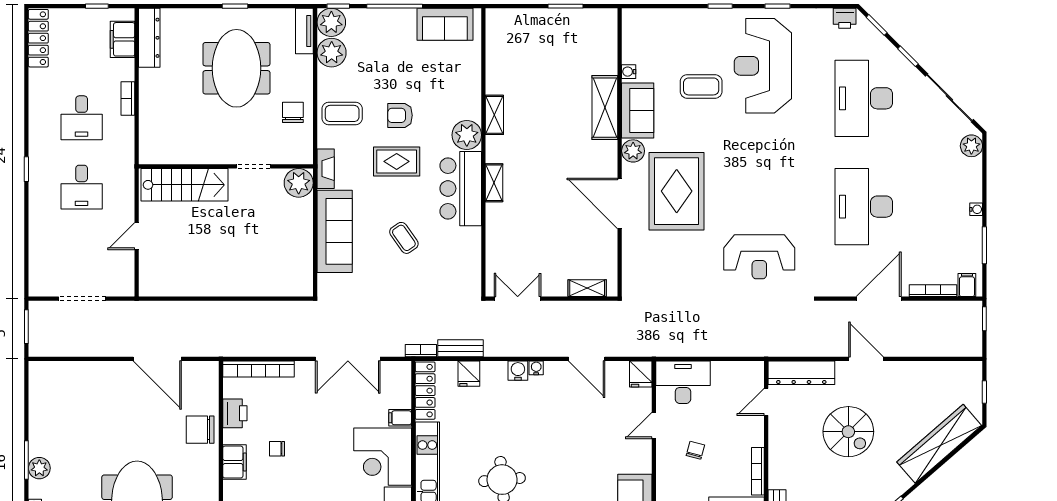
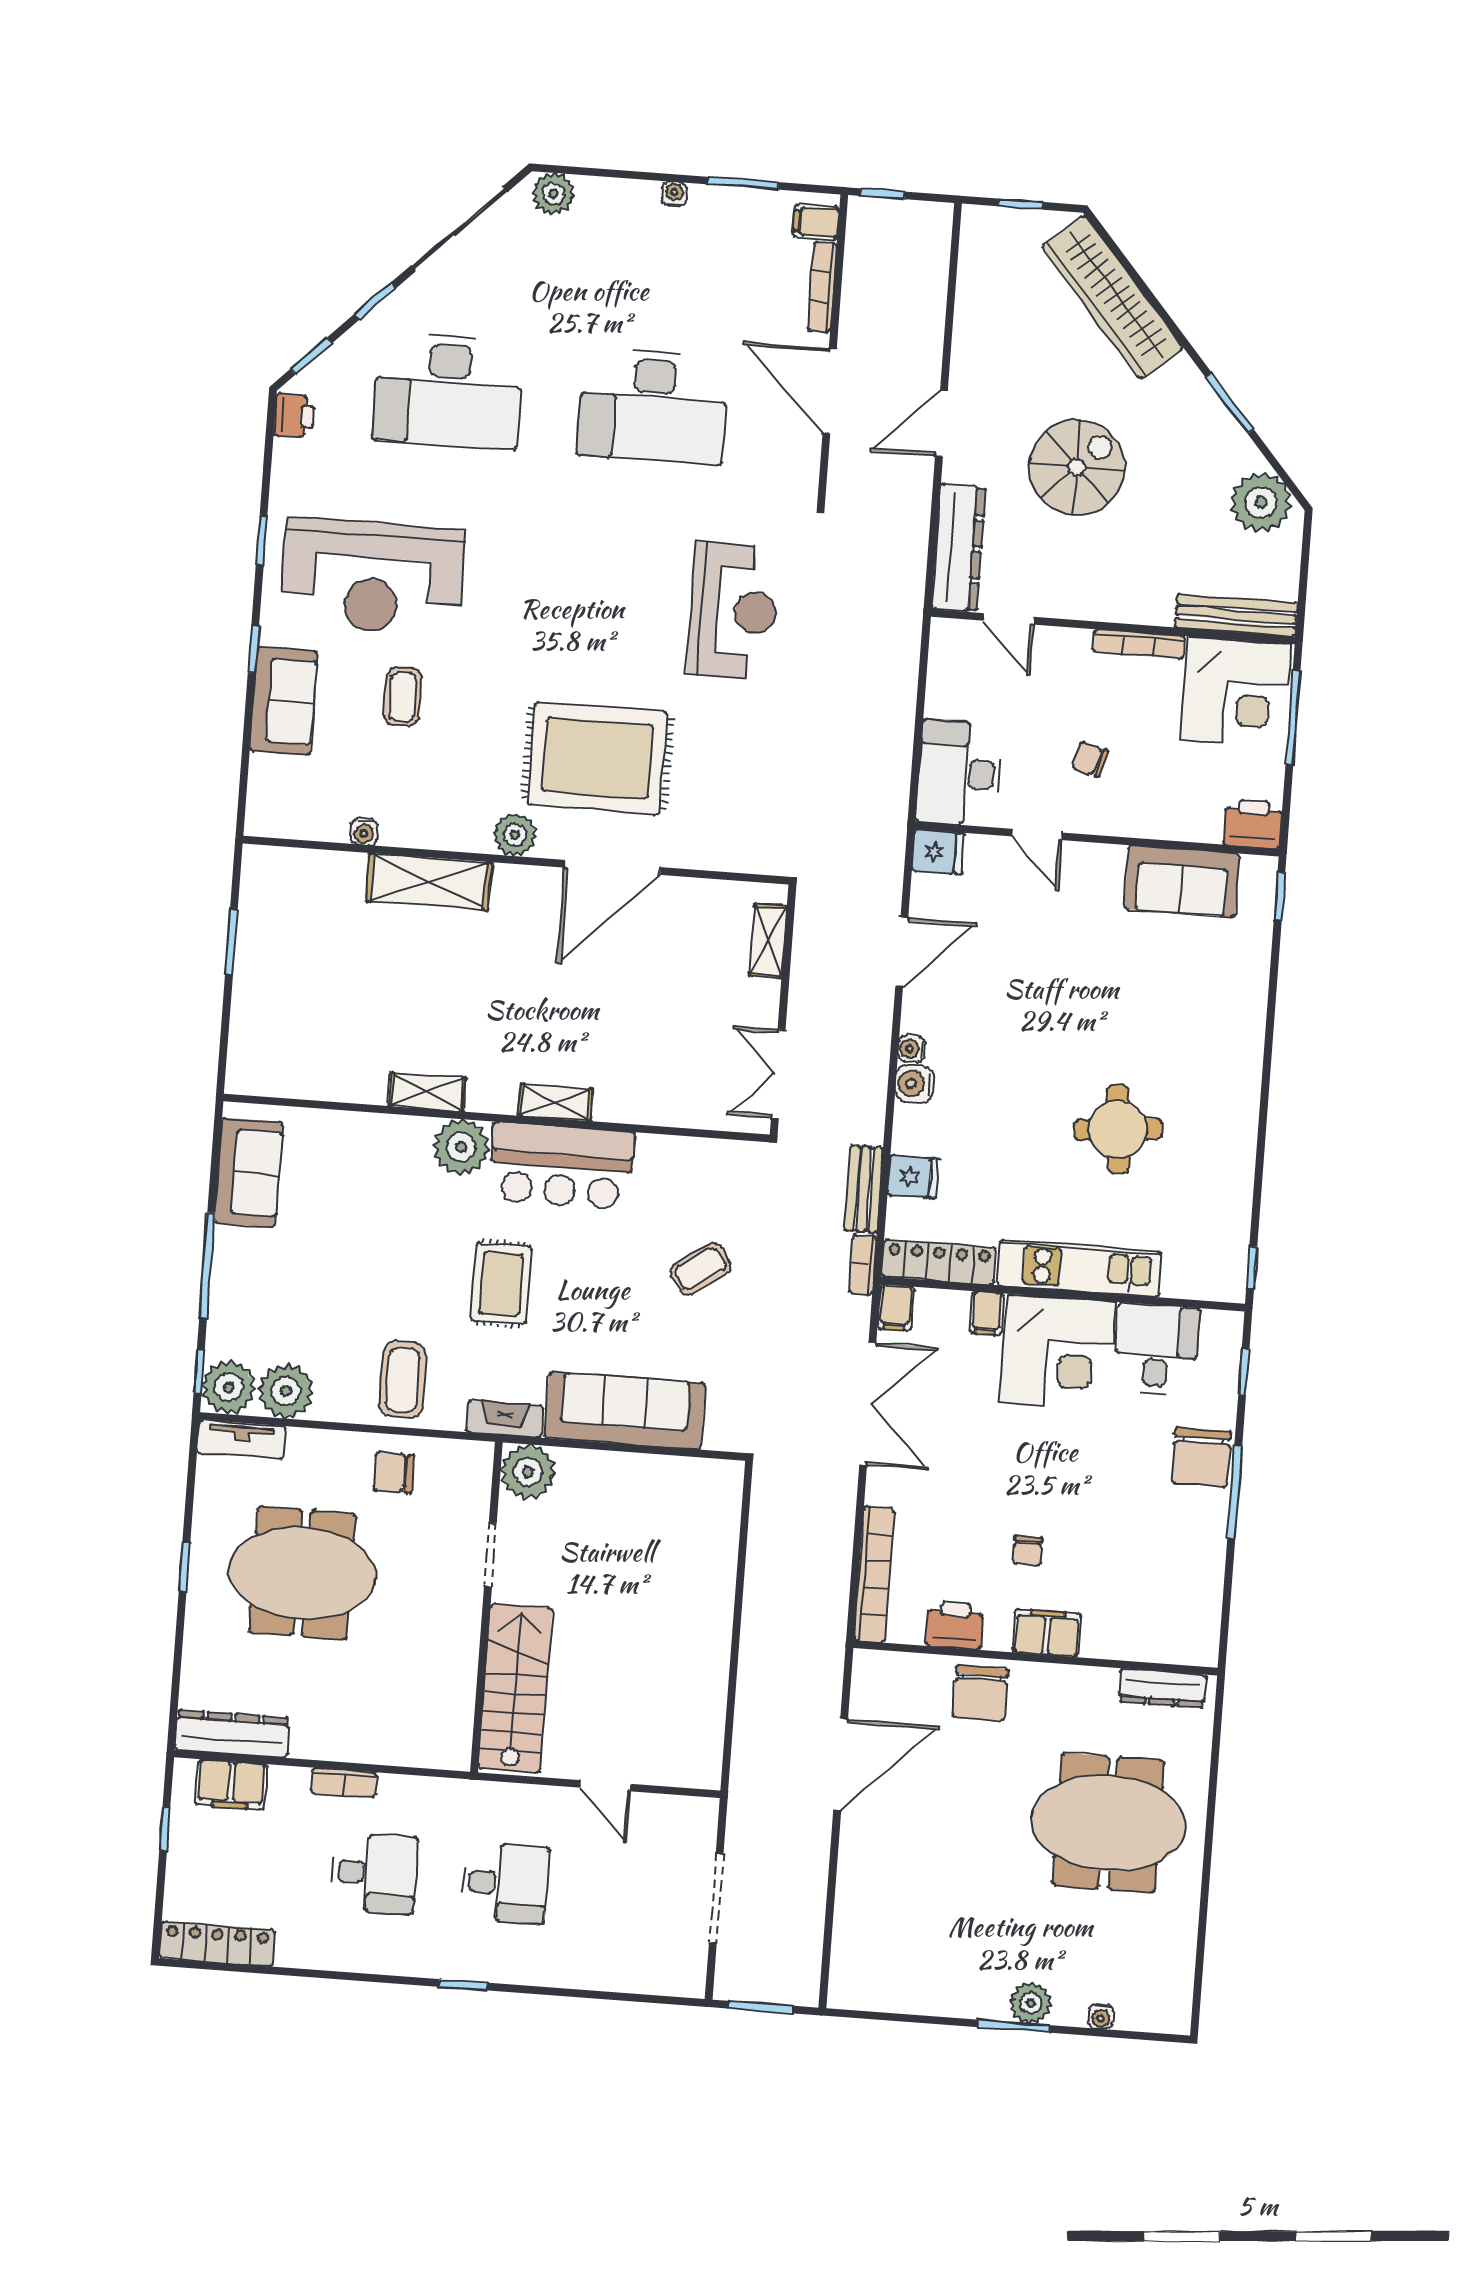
coffee table: (701, 86) -> (403, 697), width x0.73, depth x0.77
sofa: (638, 110) -> (284, 701), moved, turned 90
armchair: (400, 115) -> (415, 1271), removed
coffee table: (404, 238) -> (701, 1269), moved
filing cabinet: (399, 370) -> (896, 1308), added

